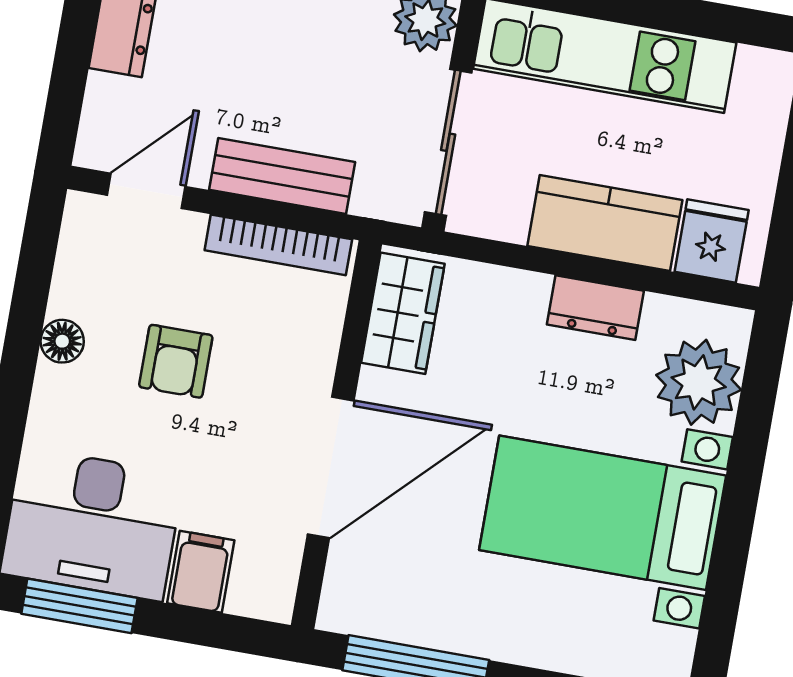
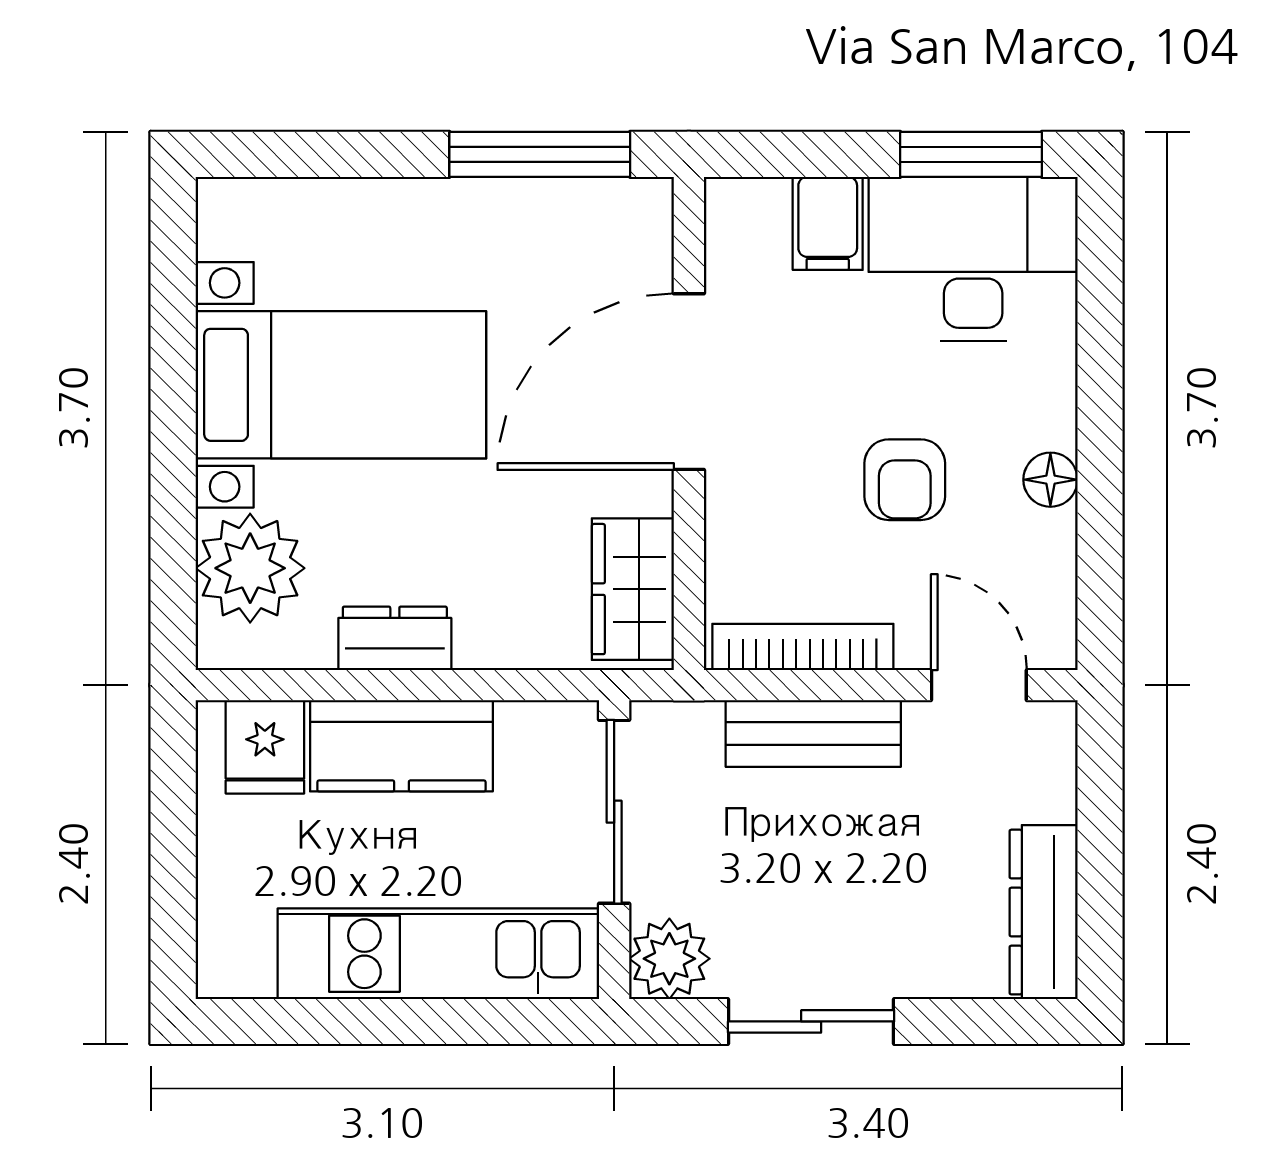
door: (146, 191) -> (979, 685), swing flipped
armchair: (176, 361) -> (905, 480), turned 180

